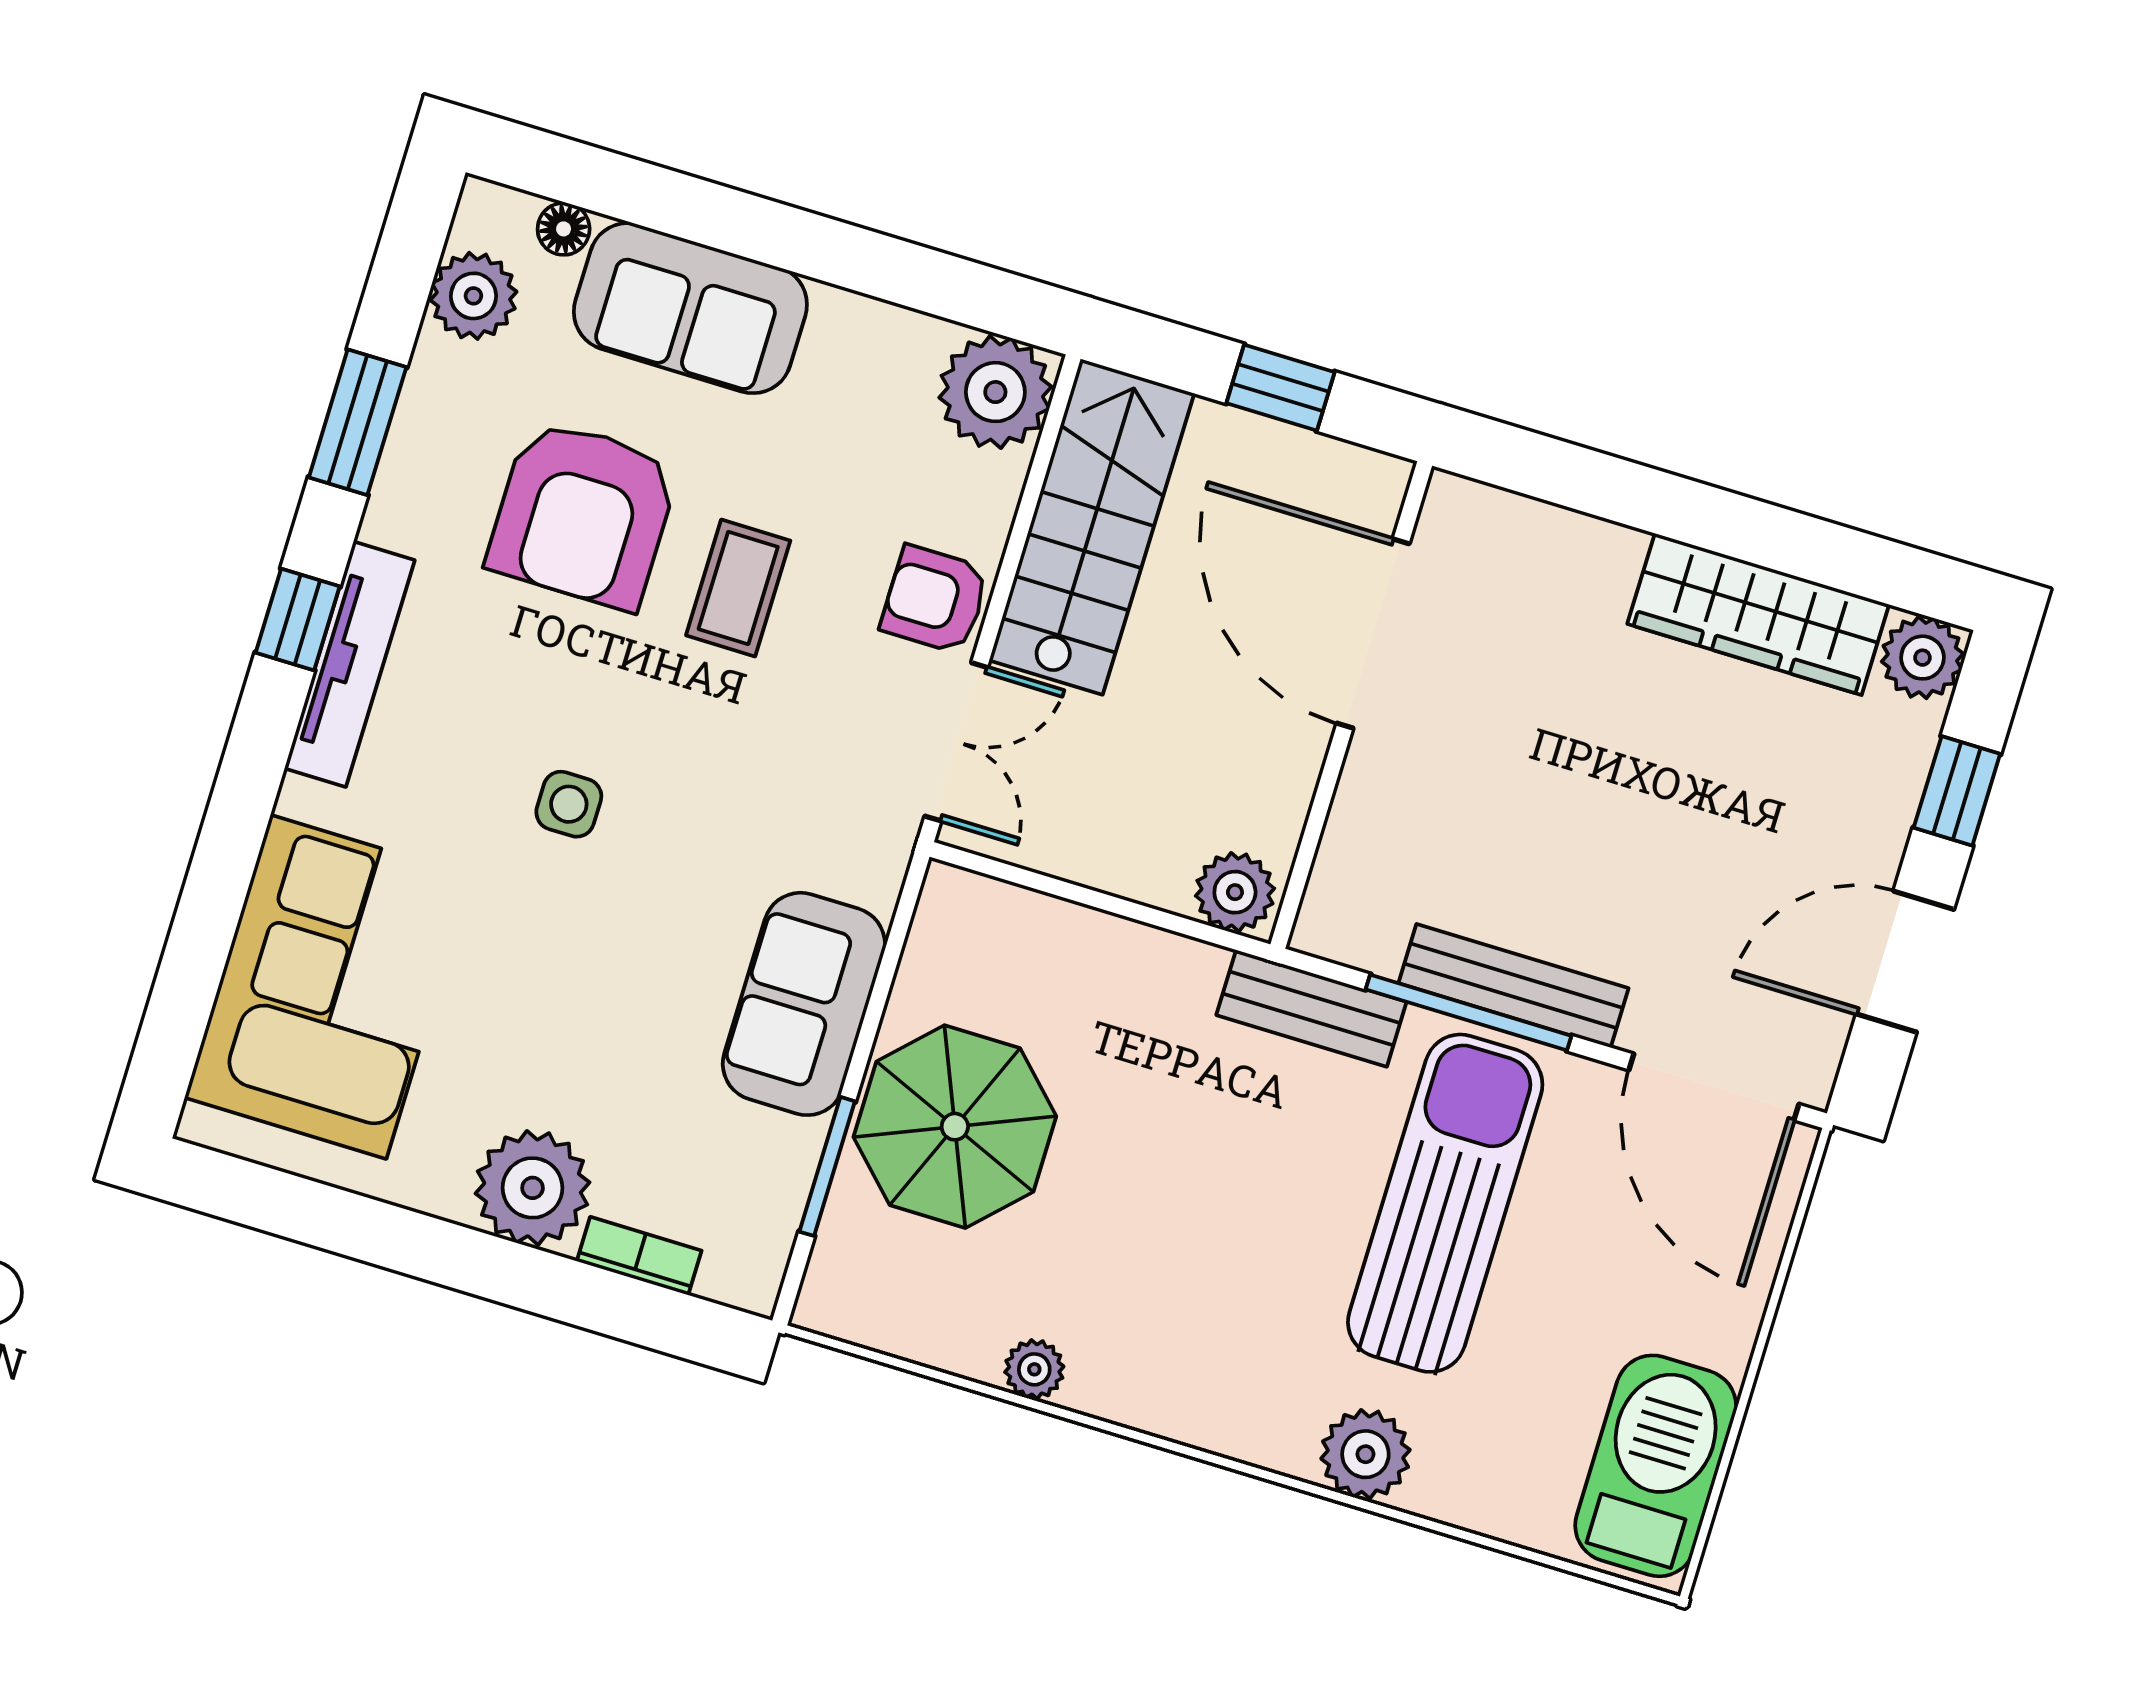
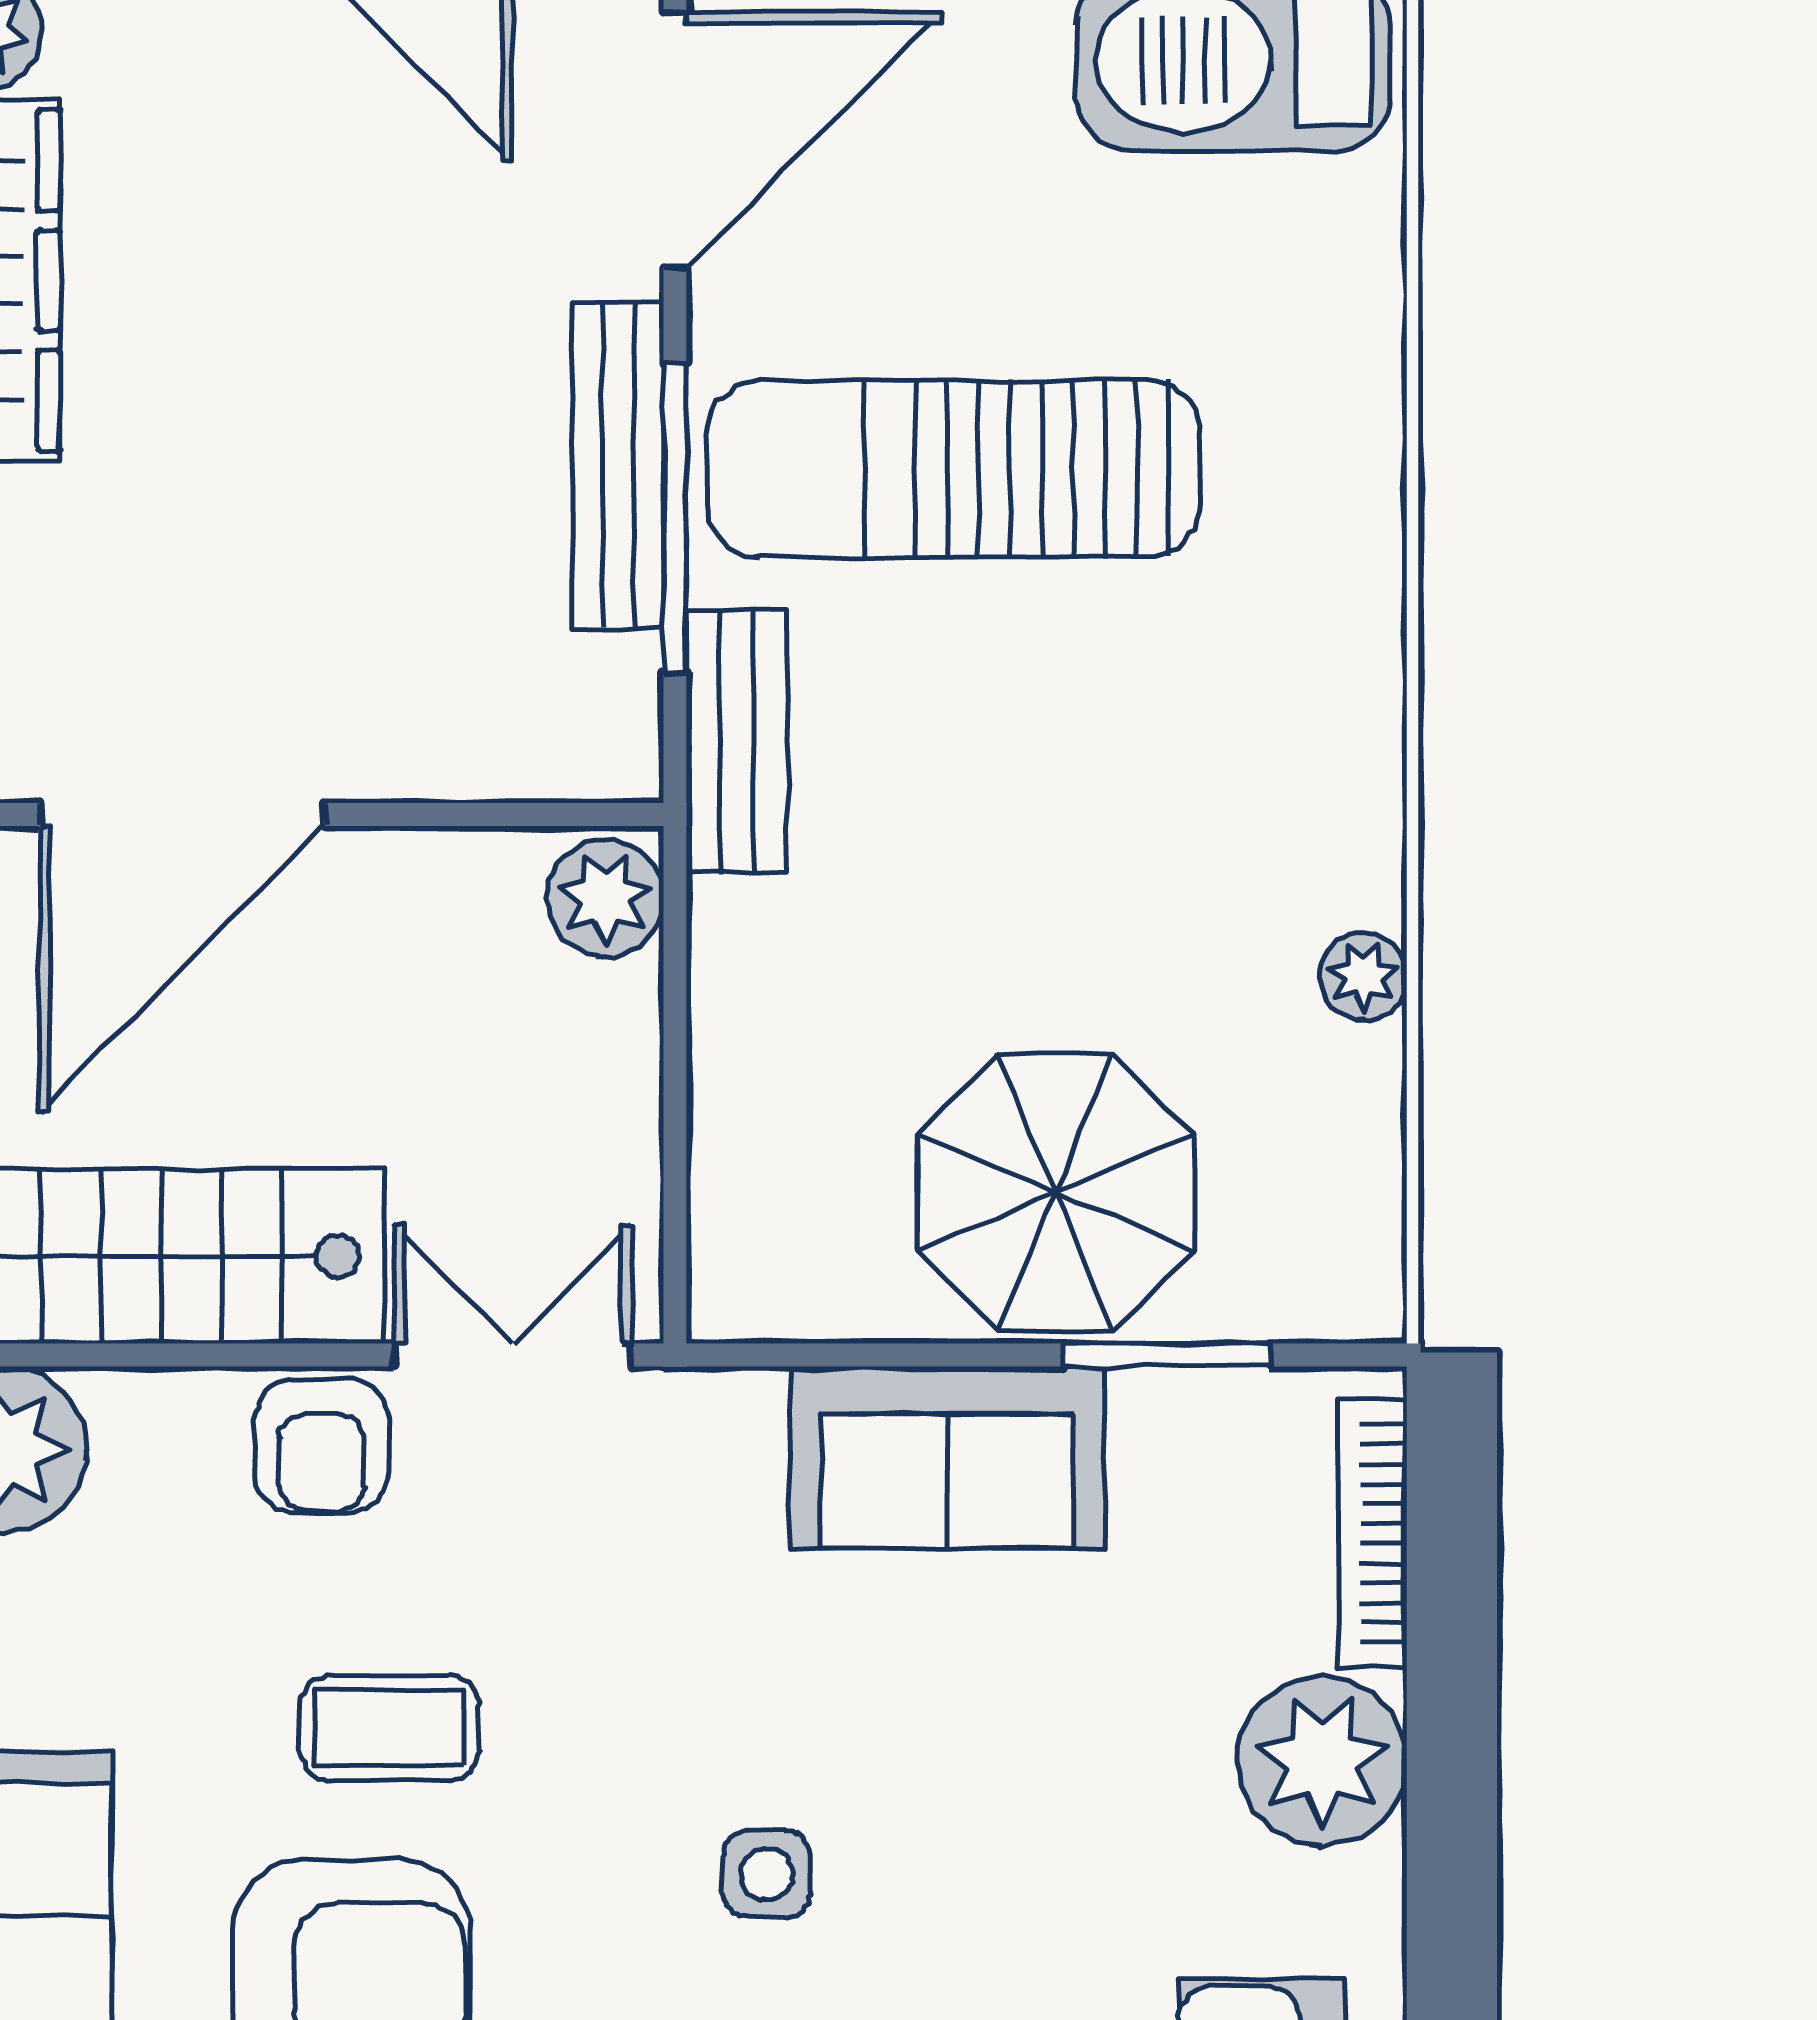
bookcase: (639, 1256) -> (1373, 1533), width x1.56
plant: (1365, 1454) -> (1341, 474), removed

